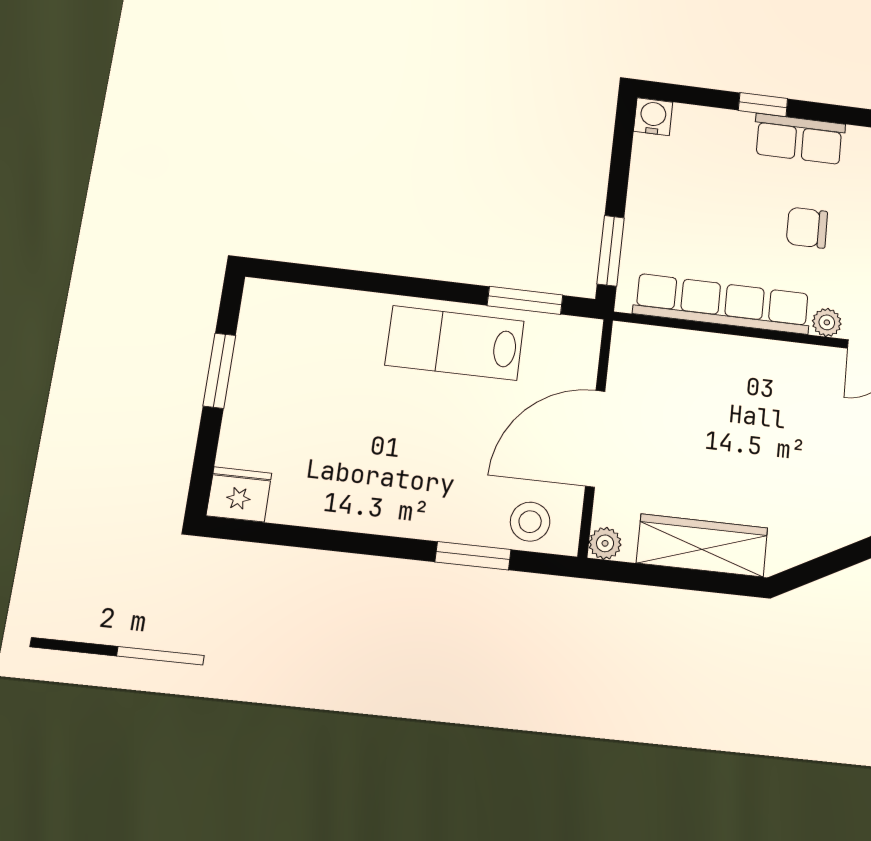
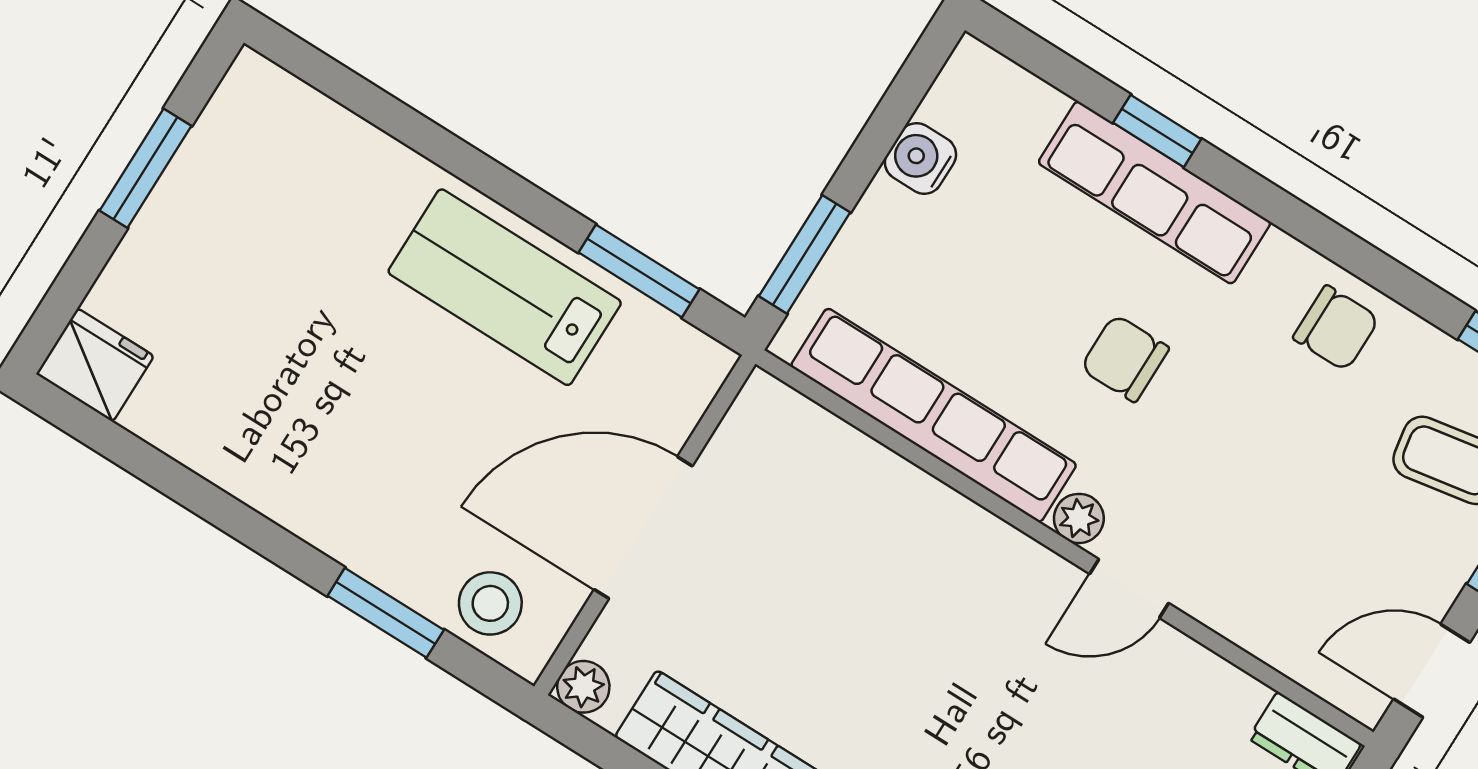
water cooler: (653, 117) -> (920, 158), moved, turned -90
row of seats: (799, 139) -> (1154, 193), width x1.48

